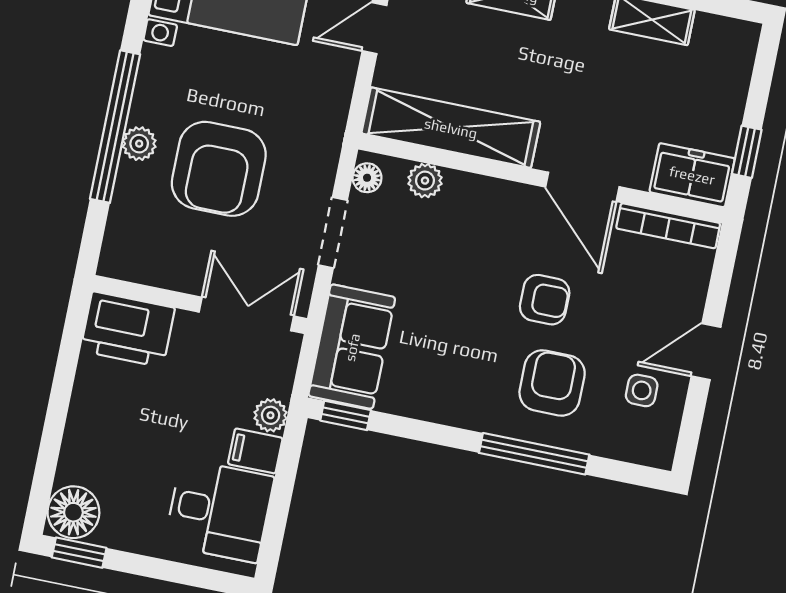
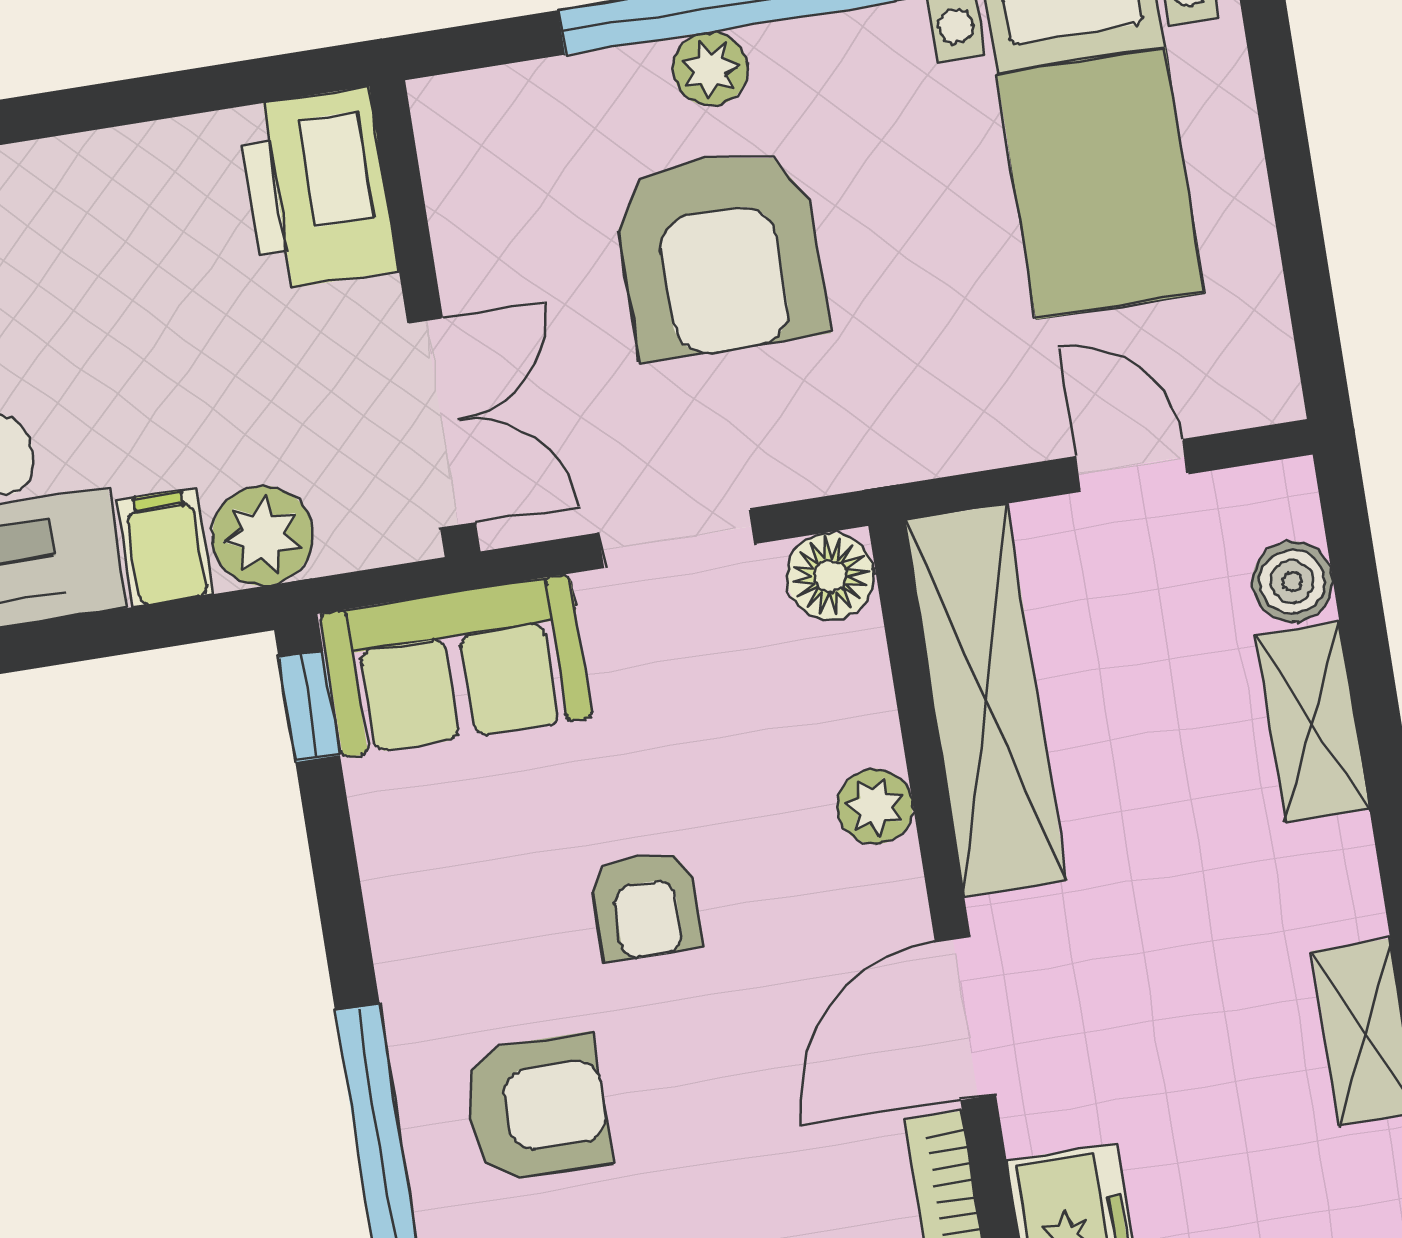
armchair: (219, 169) -> (720, 253), turned -90
floor lamp: (367, 178) -> (830, 576), width x1.37, depth x1.37
plant: (425, 181) -> (875, 806), moved
armchair: (545, 300) -> (646, 905), moved
plant: (271, 415) -> (262, 536), width x1.38, depth x1.38

